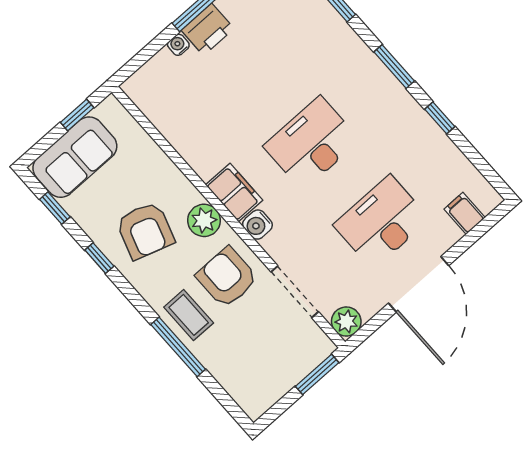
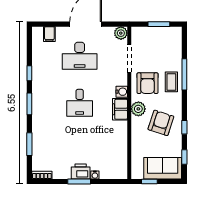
desk: (312, 143) -> (80, 103), width x0.73
window: (317, 374) -> (159, 24), moved

